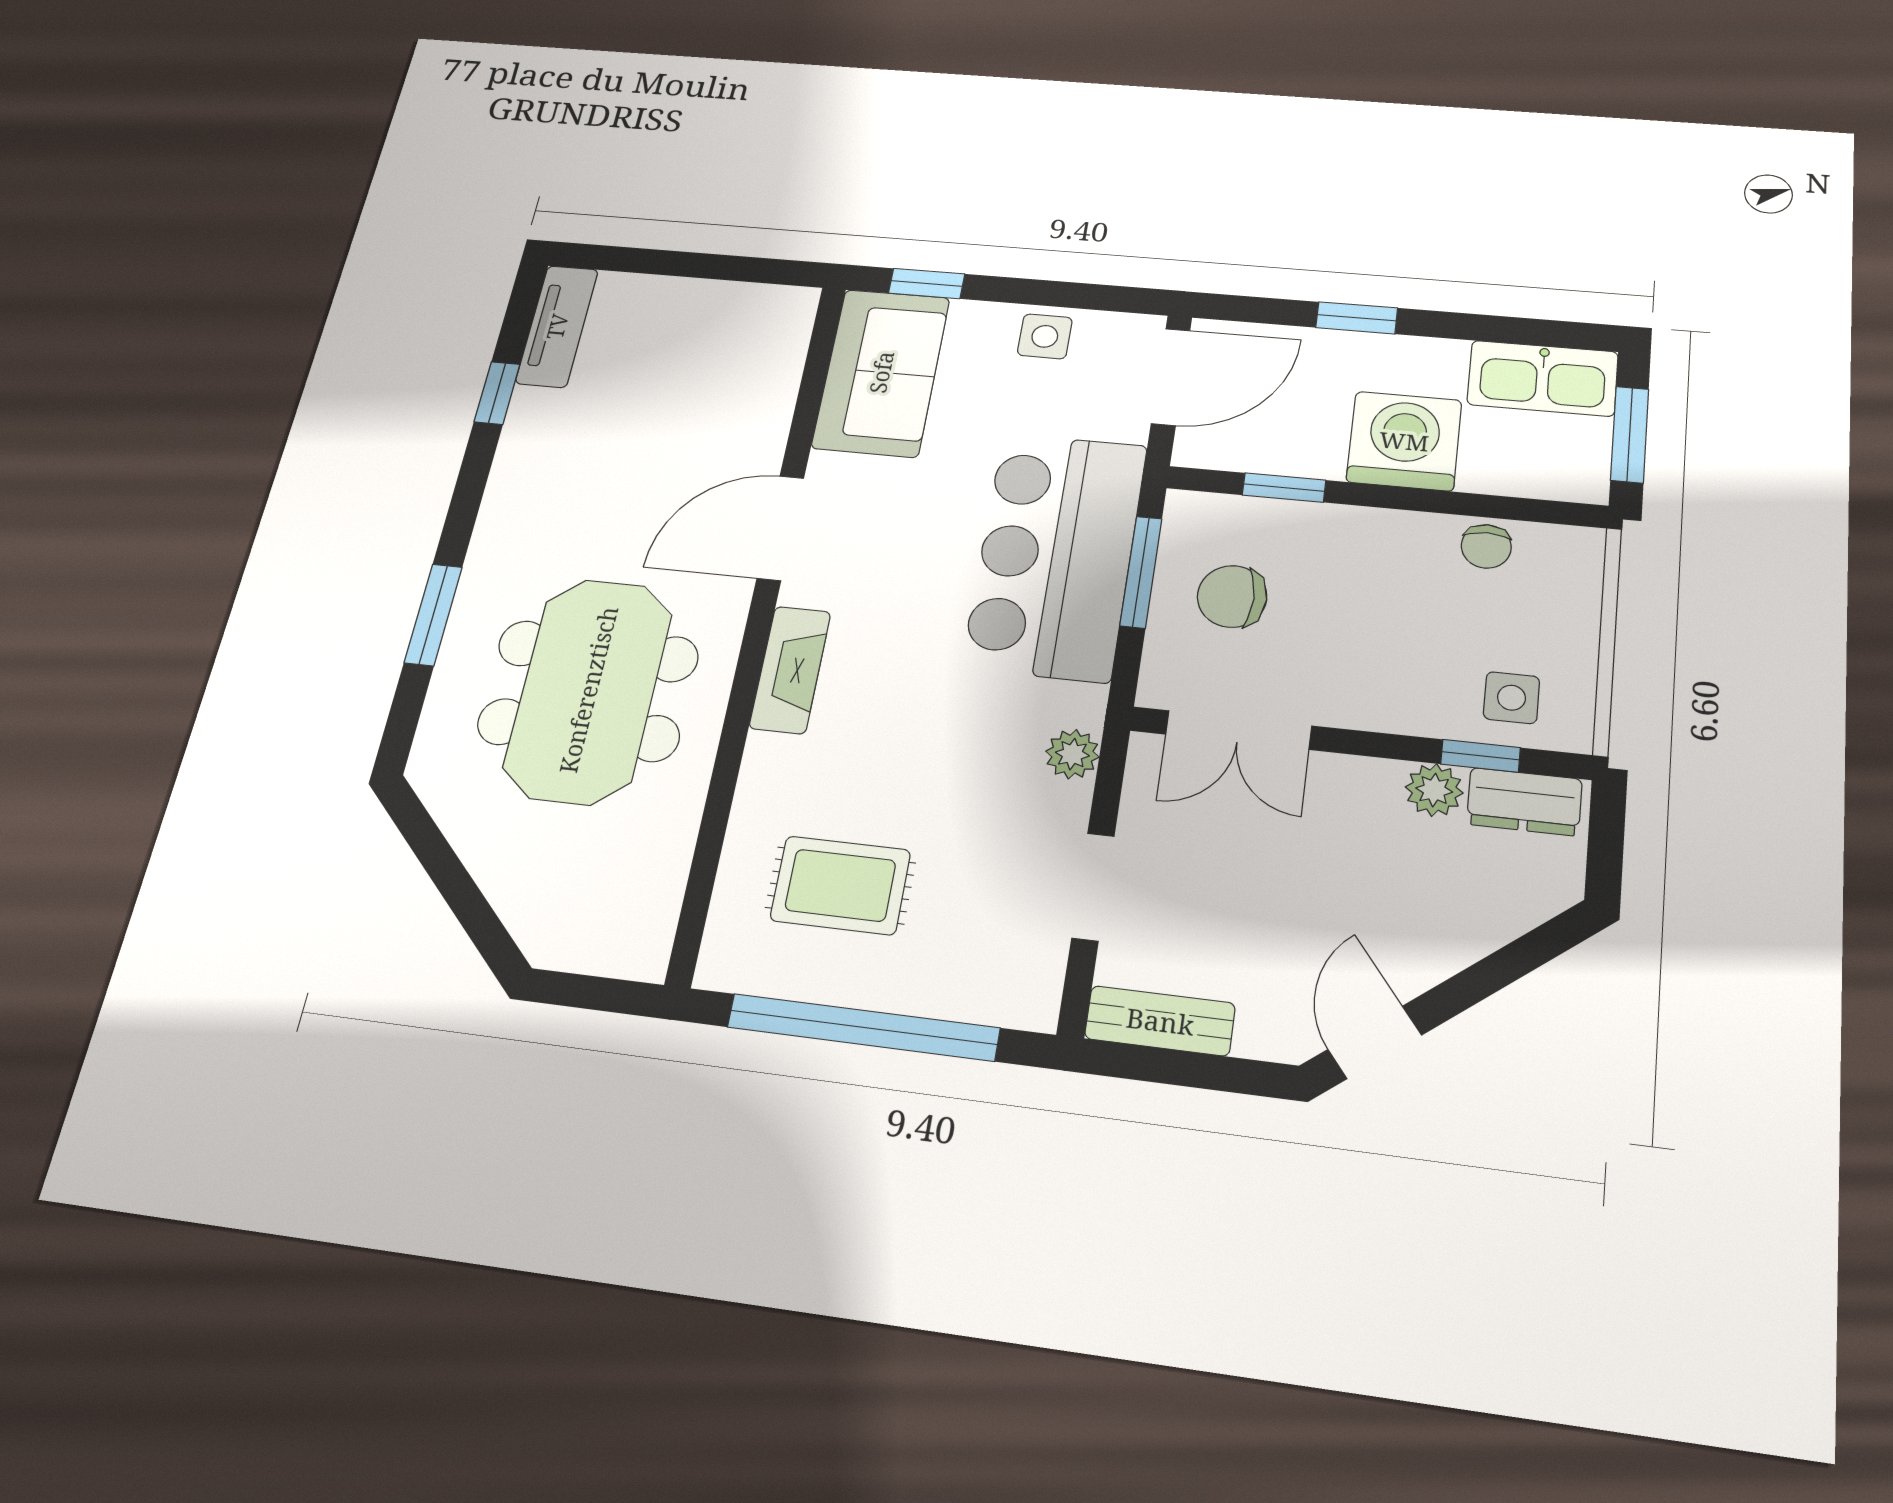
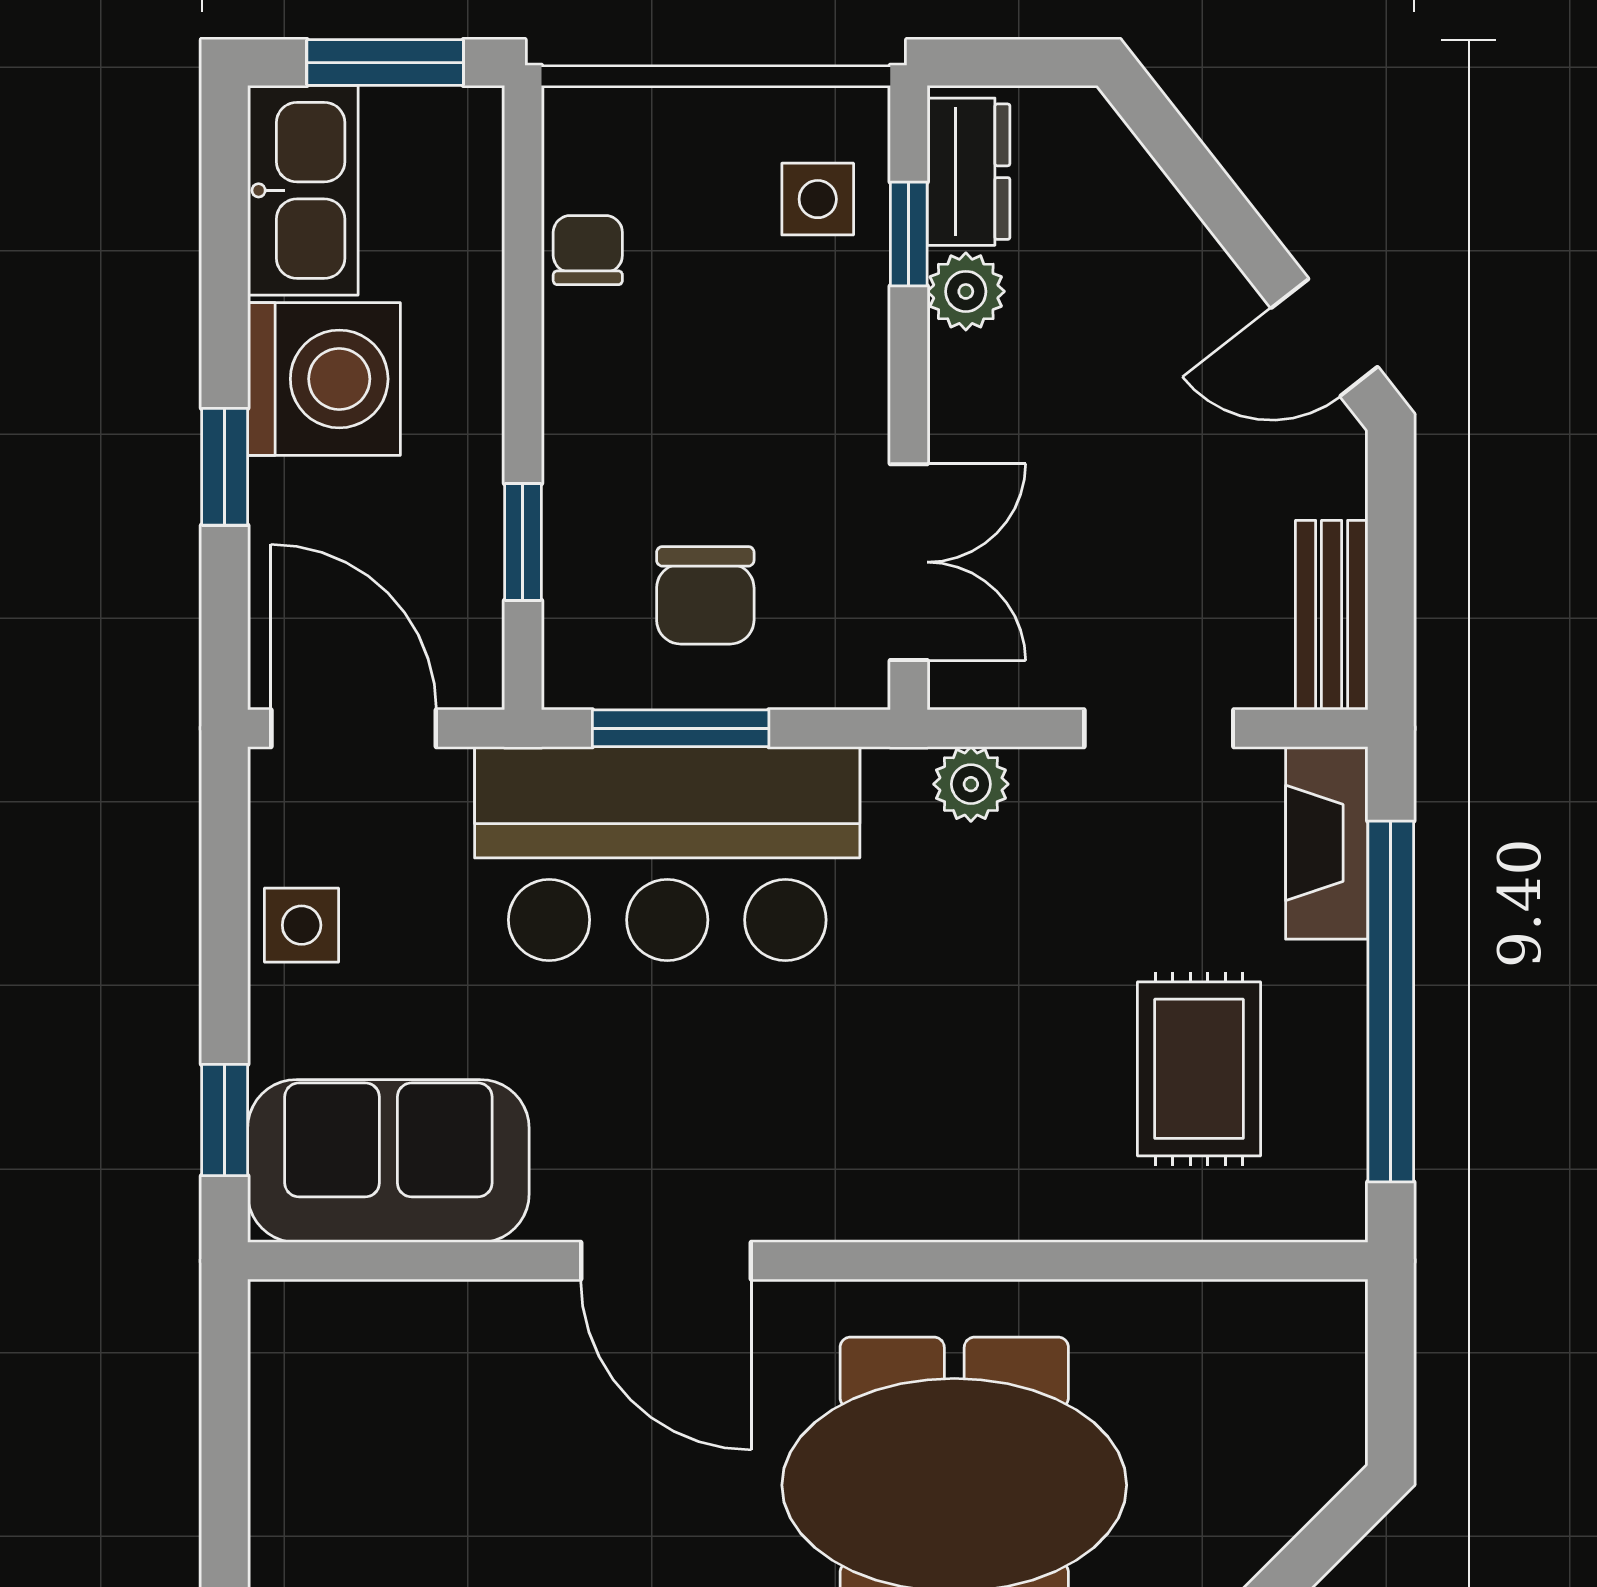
washing machine: (1404, 441) -> (324, 379), moved, turned 180
chair: (1486, 546) -> (588, 250), turned -90
fireplace: (790, 670) -> (1327, 843), moved, turned -90

